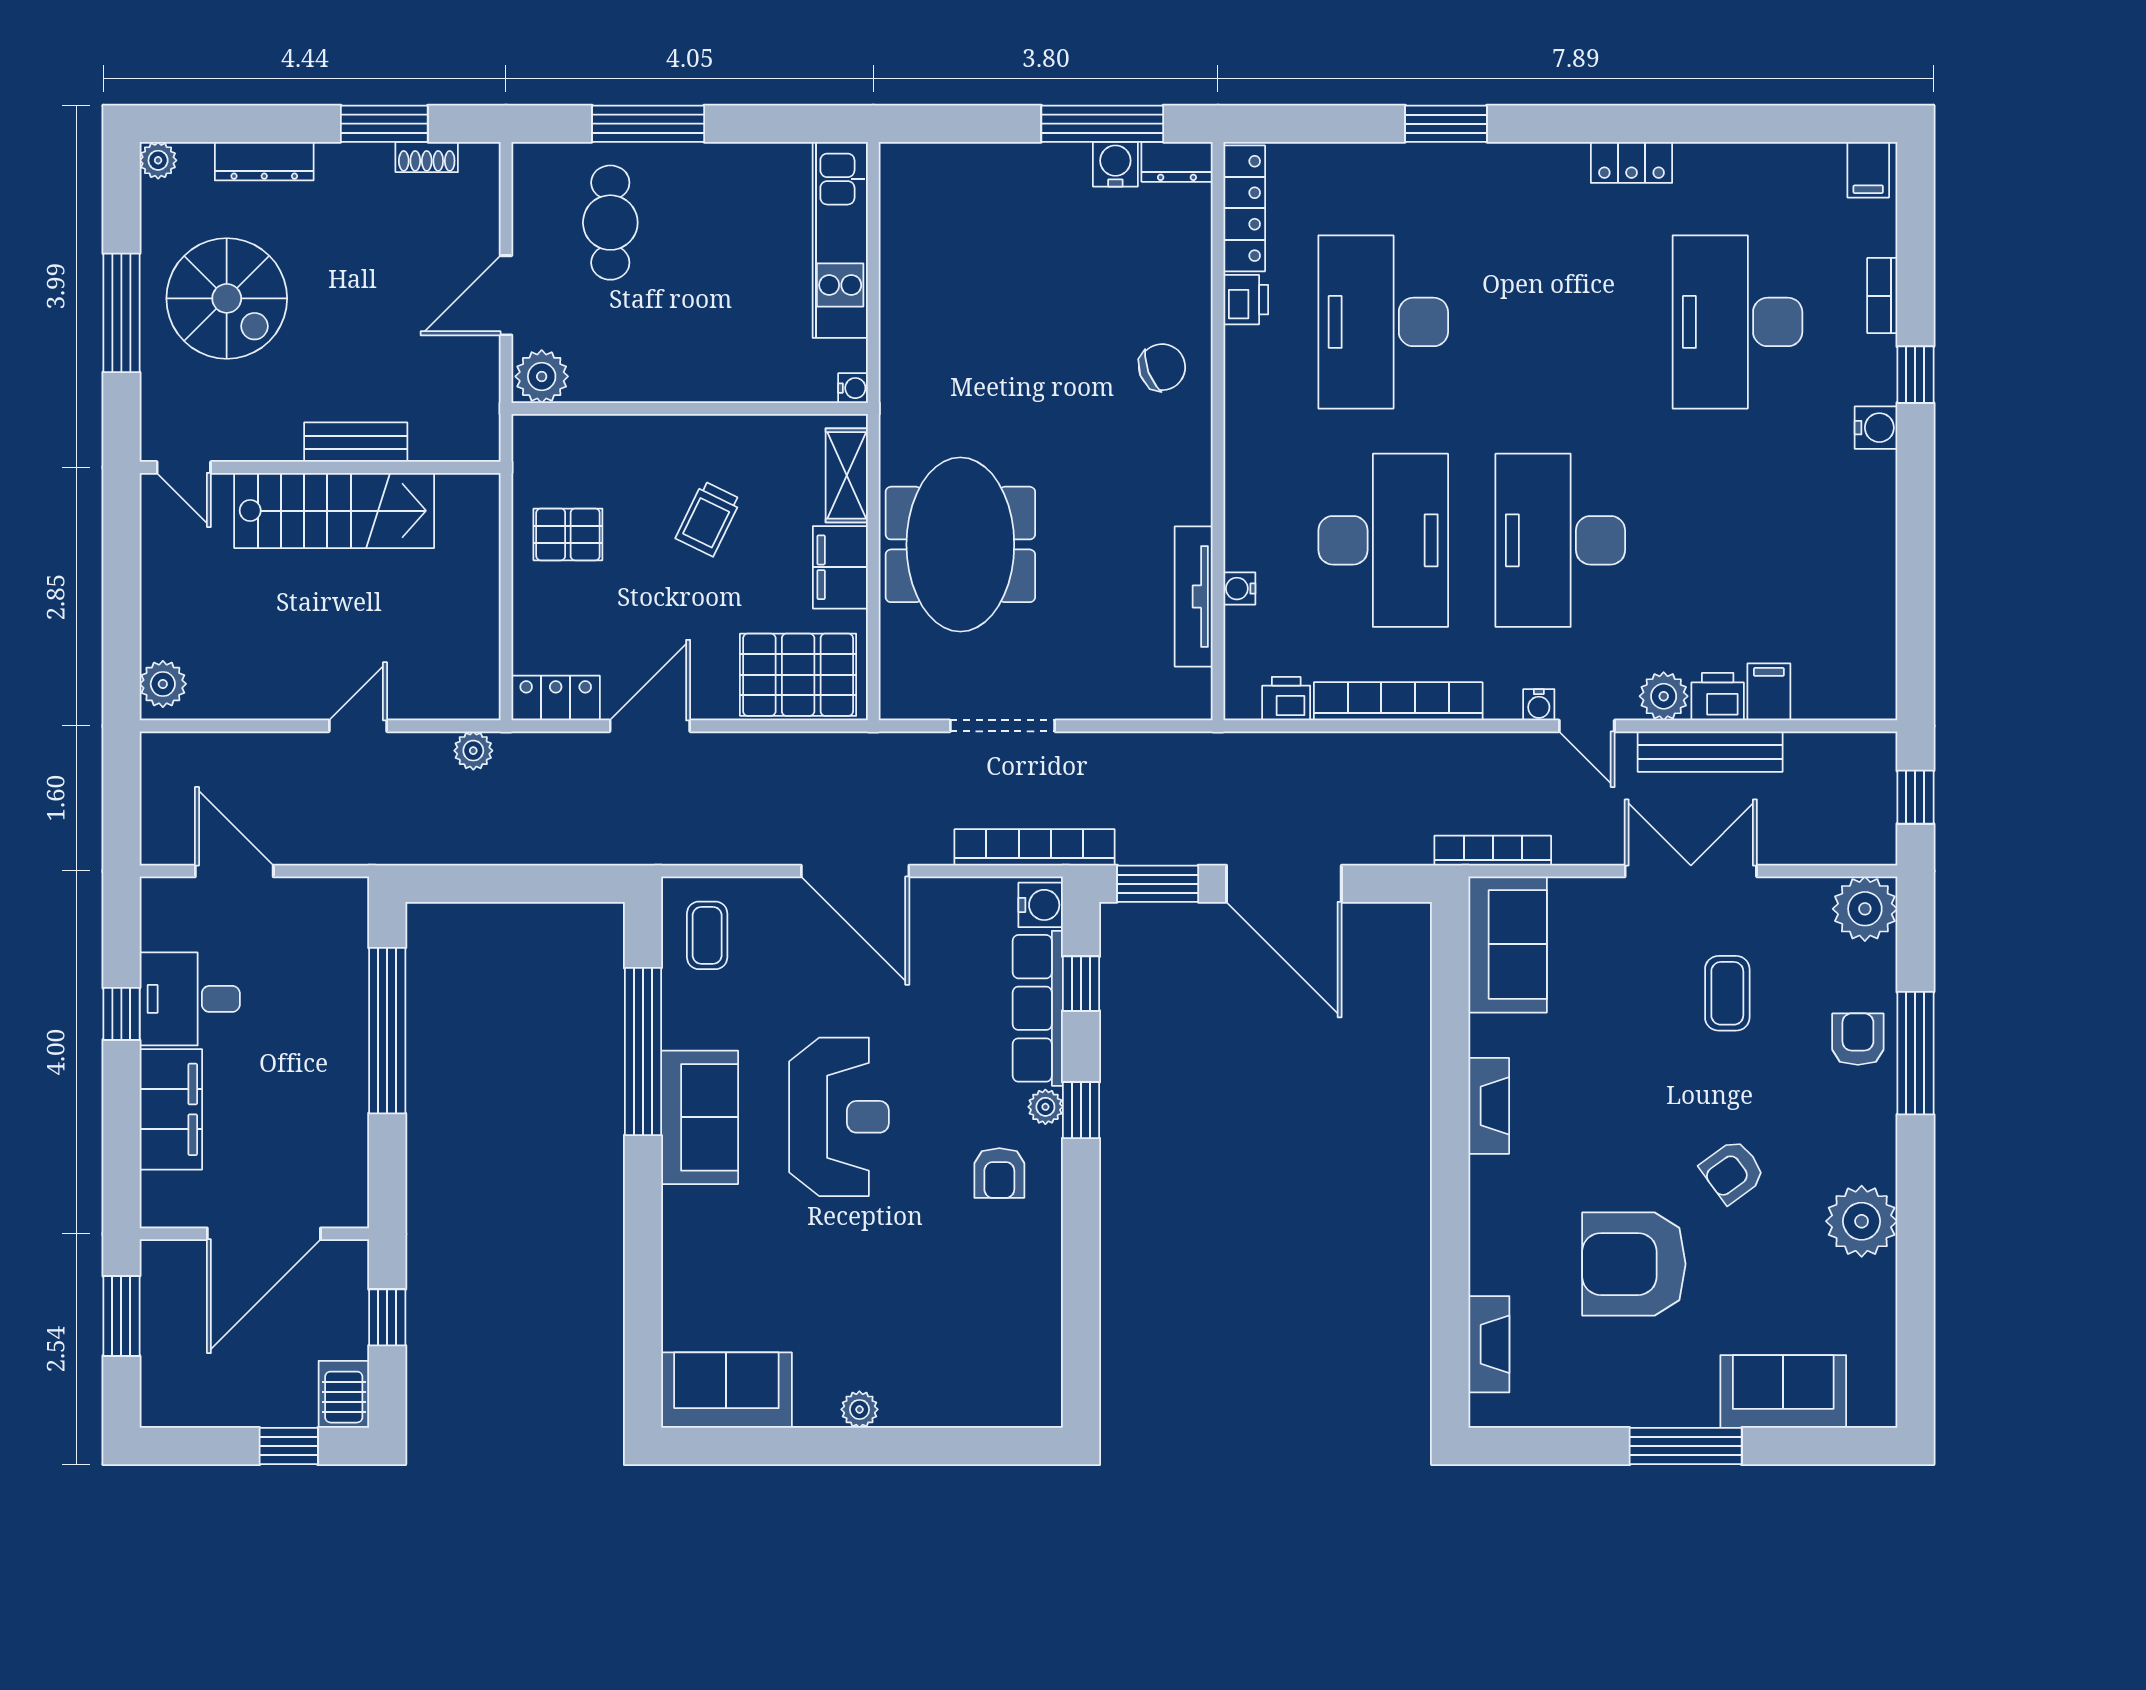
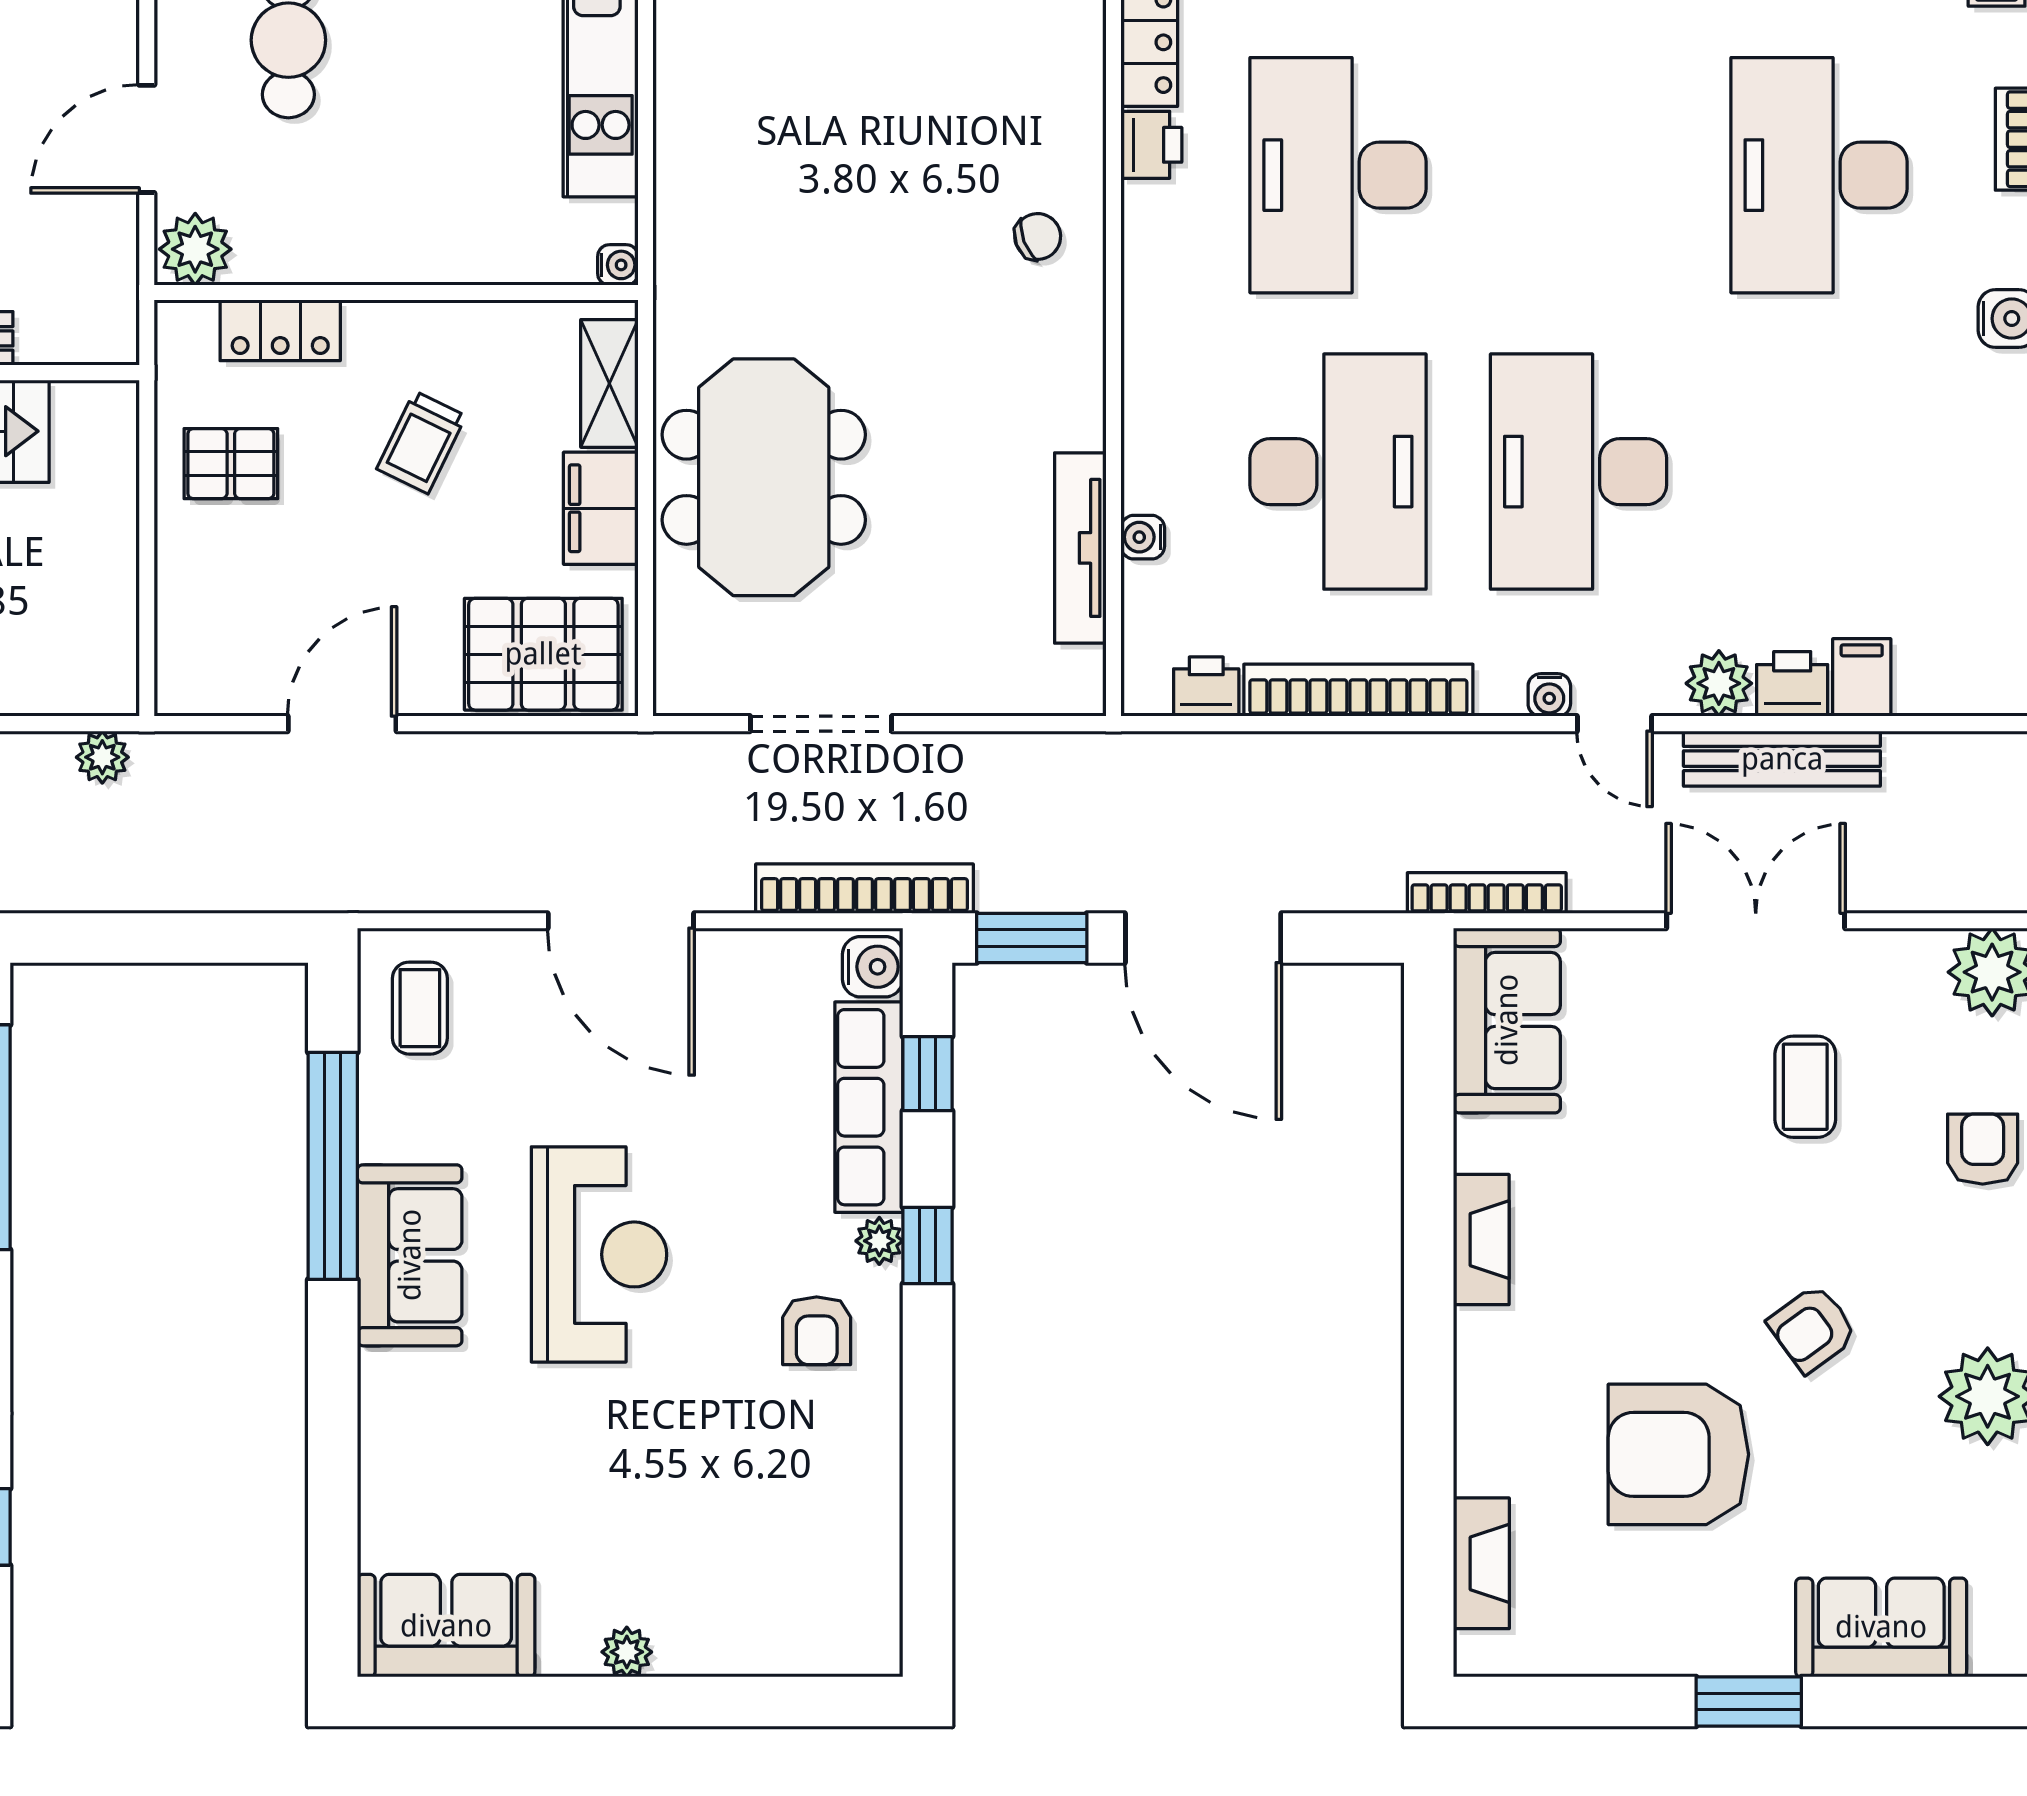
chair: (1162, 367) -> (1038, 236), width x0.73, depth x0.73
locker: (556, 698) -> (280, 330), moved, turned 180
window: (1686, 1446) -> (1749, 1702), width x0.69

